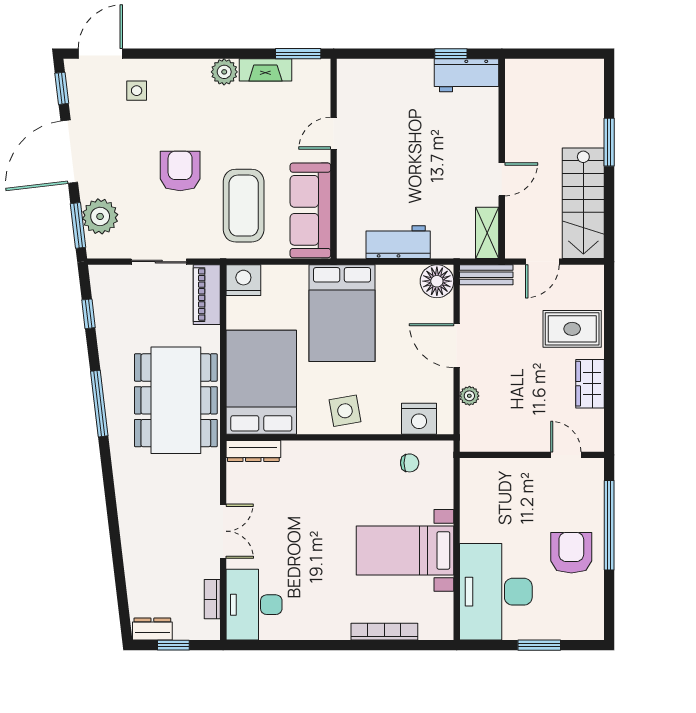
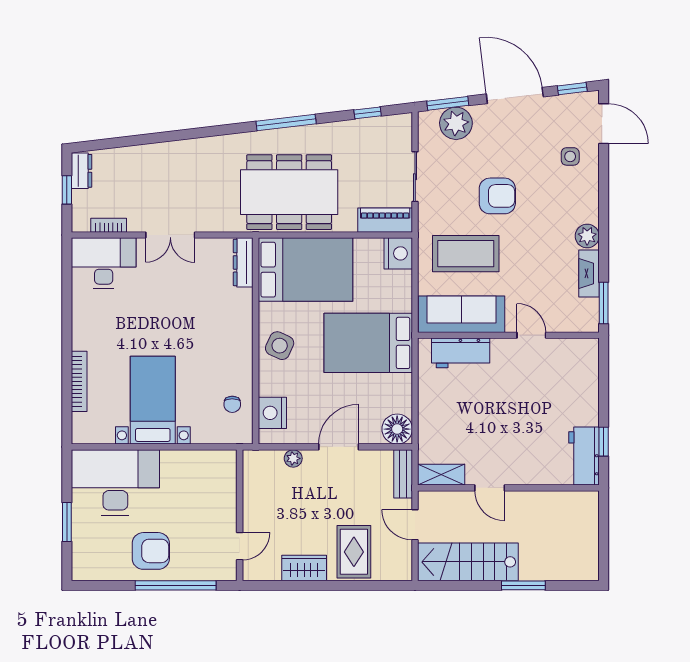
workbench: (398, 242) -> (461, 353), moved, turned 90
side table: (345, 411) -> (280, 346), turned 34

